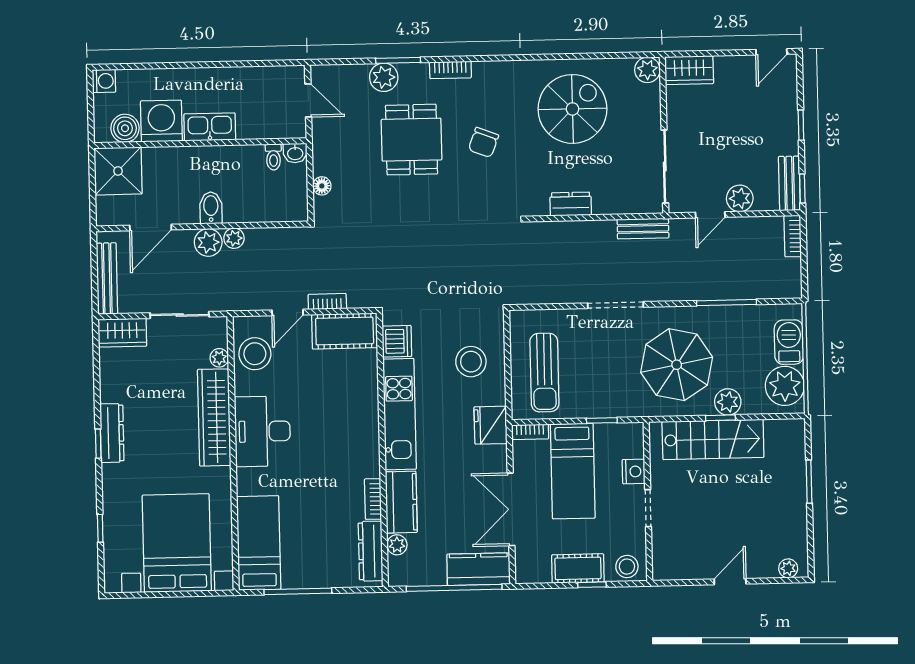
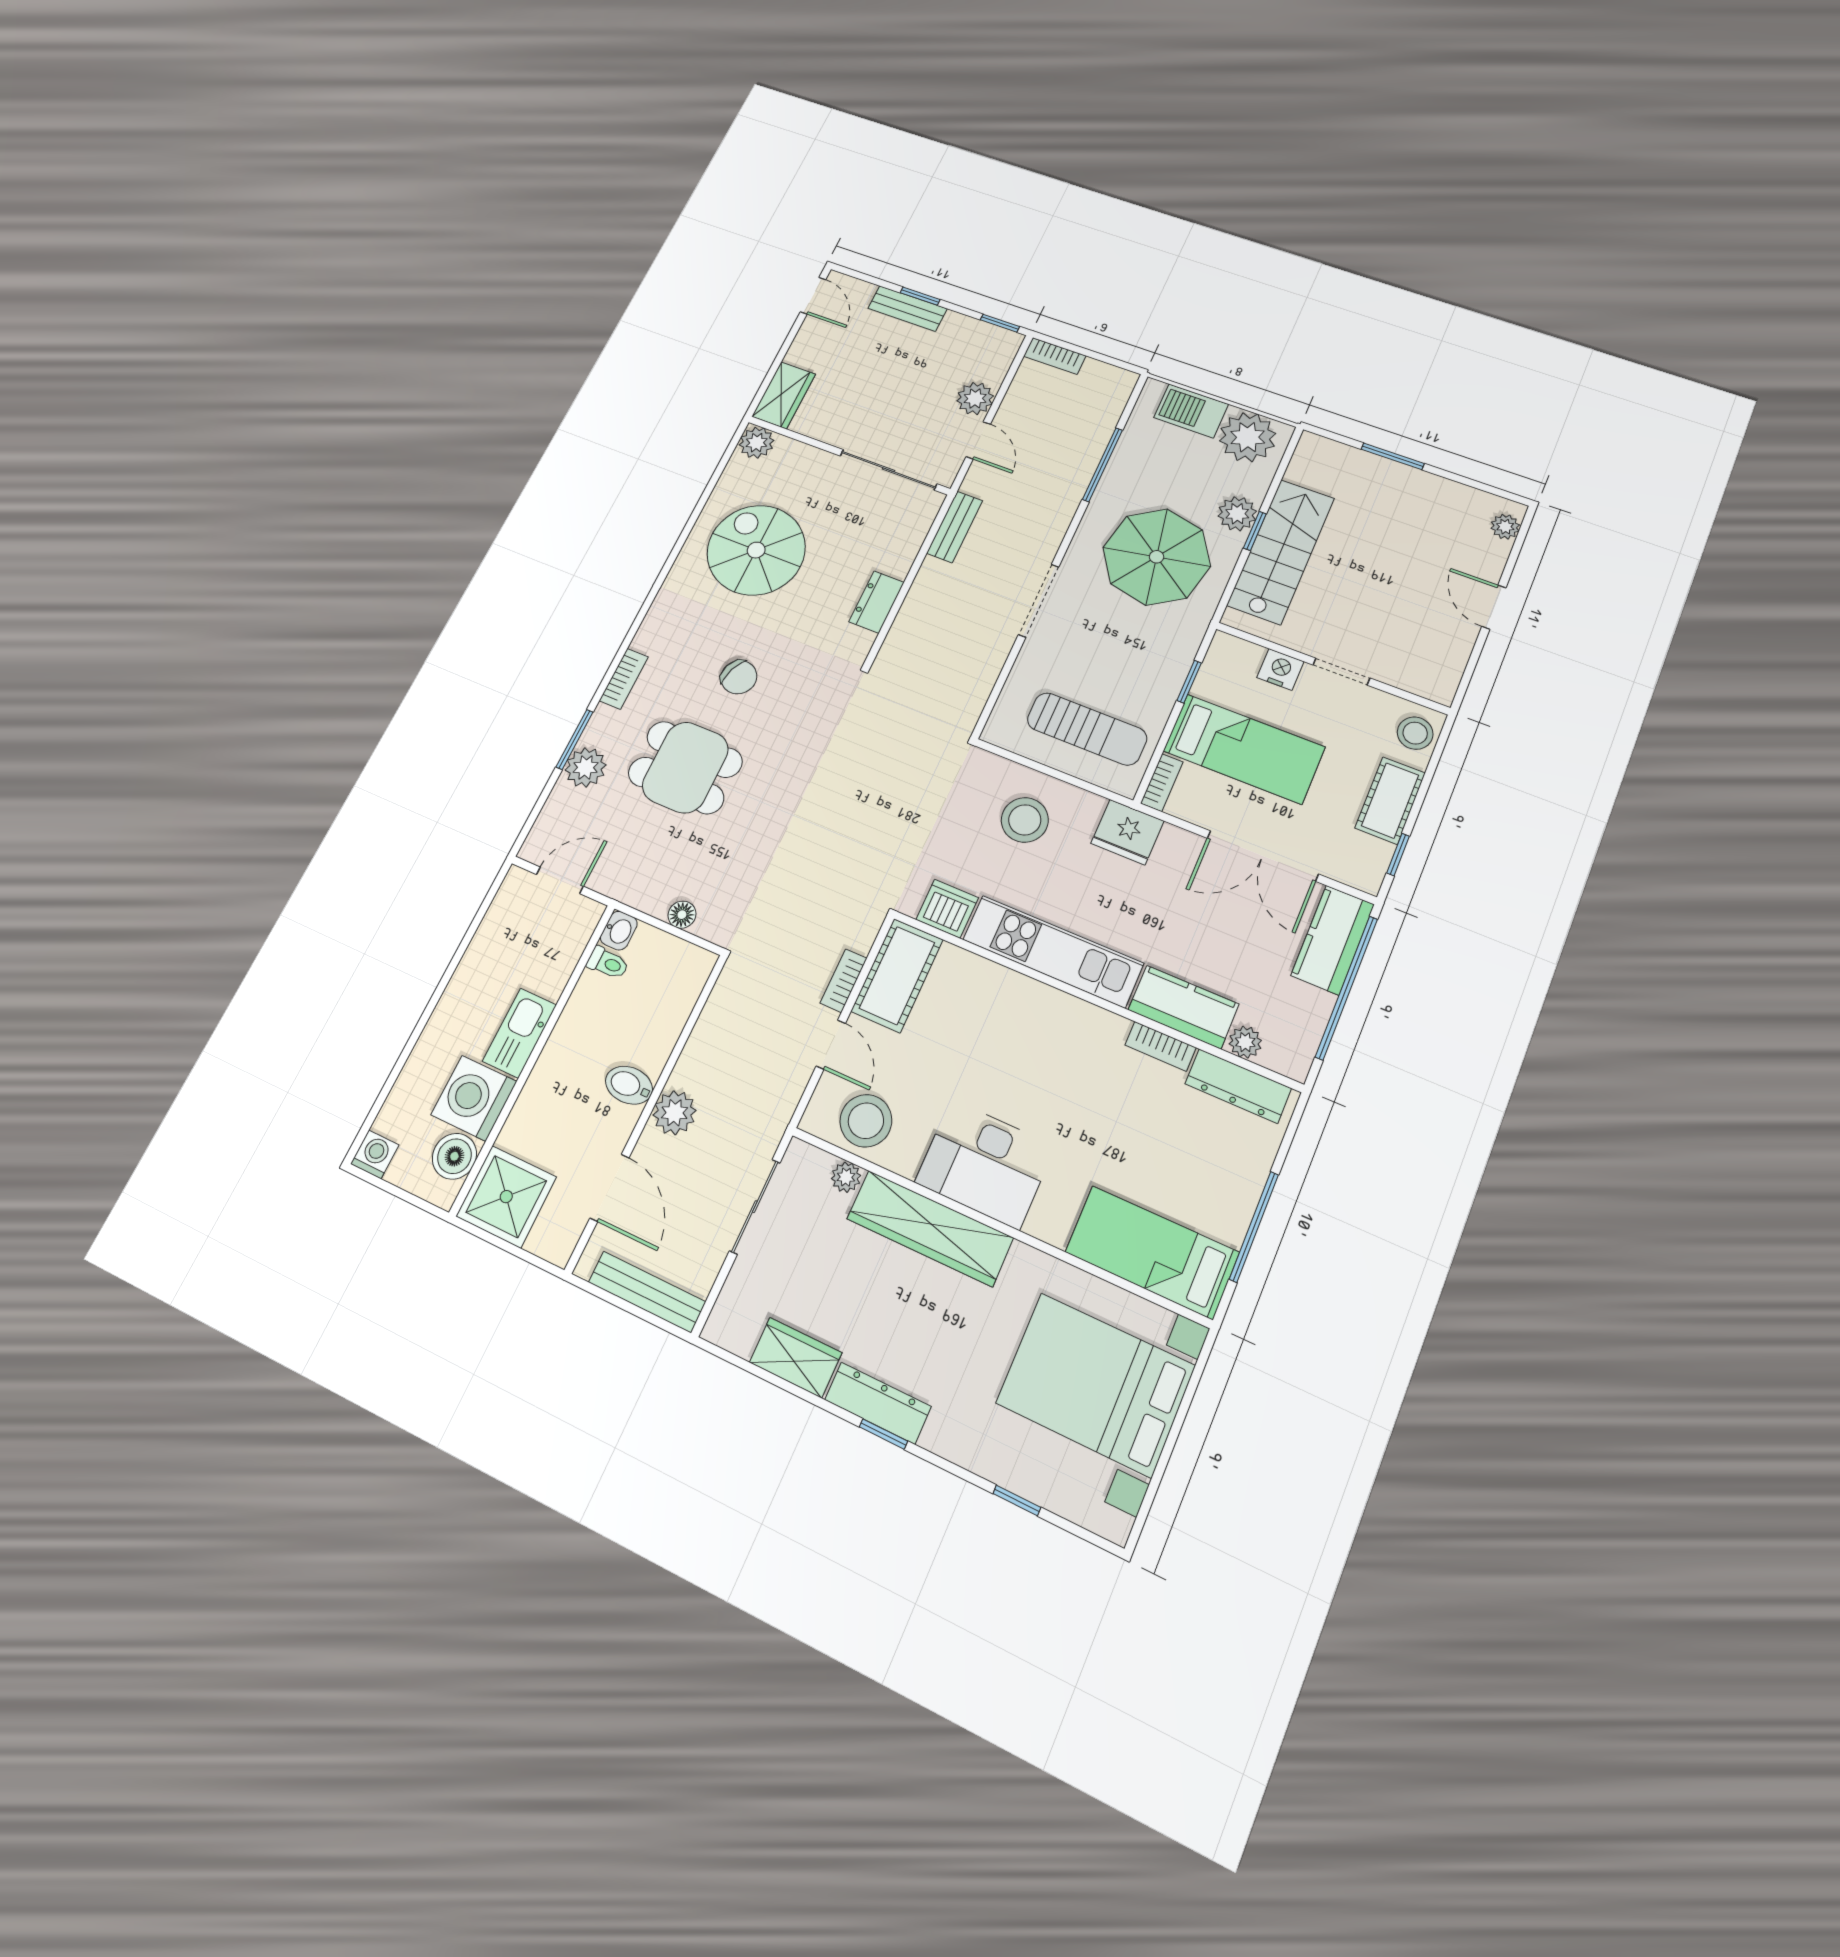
bench: (789, 183) -> (907, 309), moved
plant: (234, 238) -> (688, 1072), removed
wardrobe: (122, 333) -> (796, 1357), moved, turned -90
window: (592, 585) -> (1398, 855), moved

